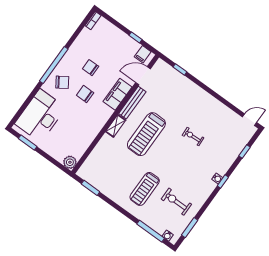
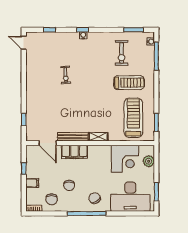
filing cabinet: (143, 54) -> (32, 183), moved
chair: (85, 94) -> (52, 199), moved
treadmill: (146, 134) -> (133, 118), moved, turned -90
corner desk: (78, 136) -> (125, 159), added
plant: (70, 162) -> (149, 161), moved

